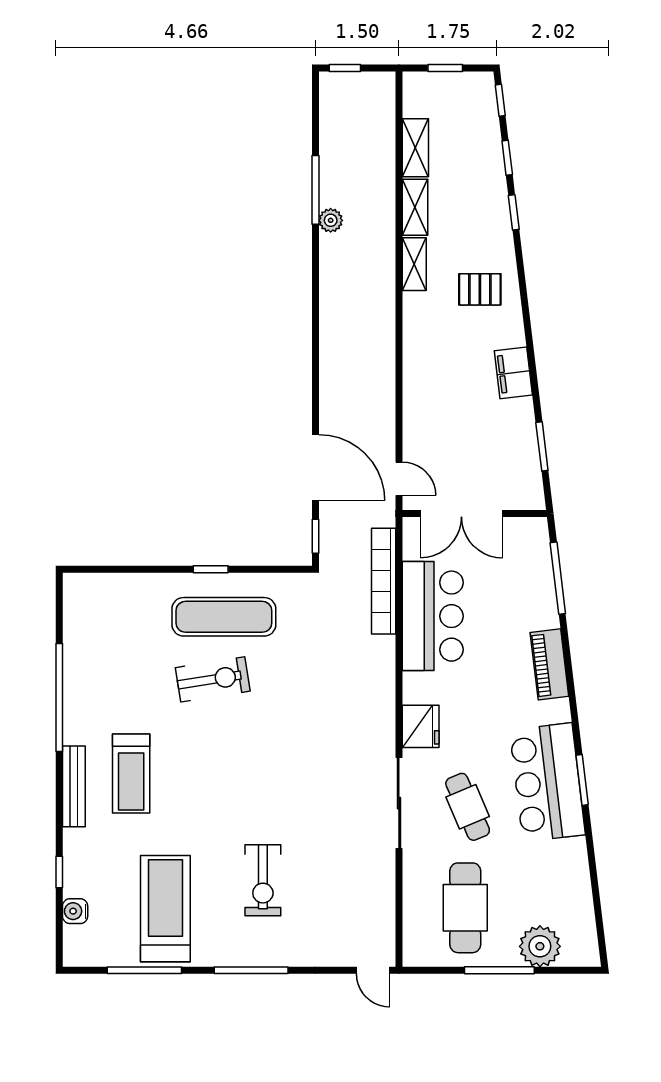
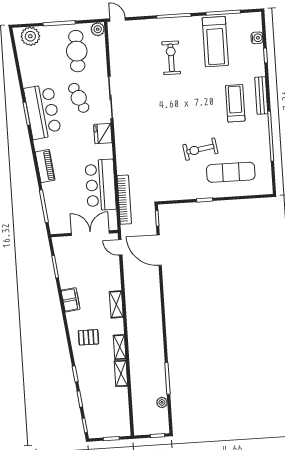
shelving: (415, 148) -> (116, 304), moved
plant: (331, 220) -> (162, 402), moved
exercise mat: (224, 617) -> (231, 172), moved
plant: (540, 946) -> (30, 36), moved
plant: (417, 952) -> (98, 29), added

